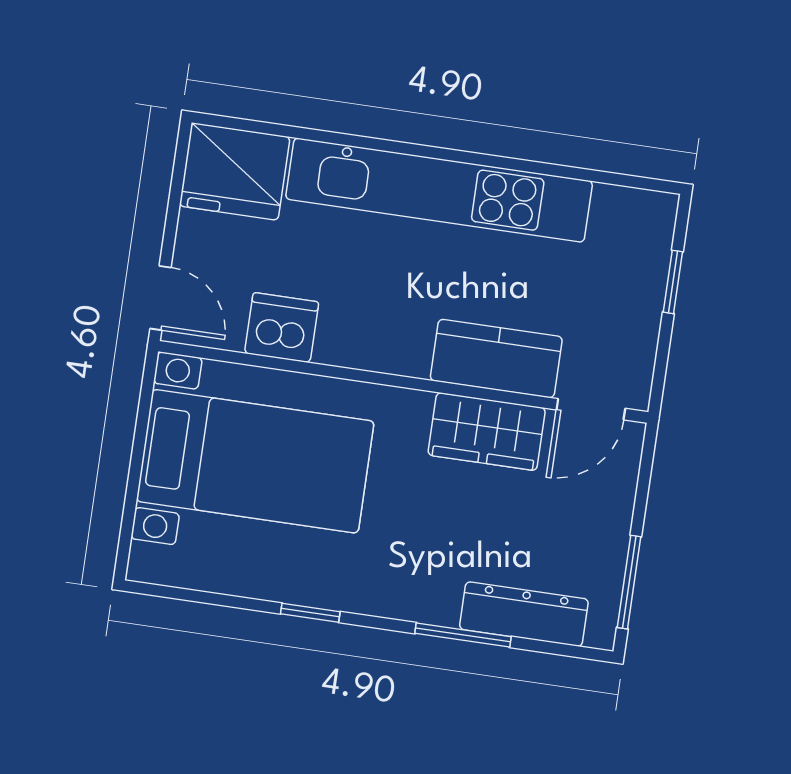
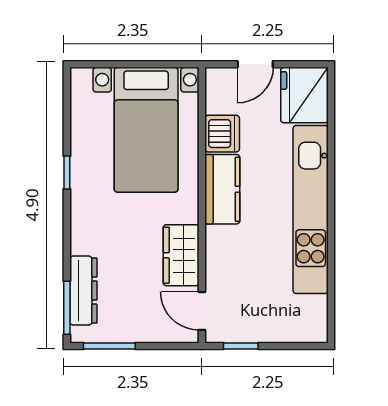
window: (673, 282) -> (241, 346), moved
door: (160, 298) -> (255, 64), moved
kitchen counter: (496, 359) -> (222, 189), moved
window: (463, 635) -> (67, 308), moved

